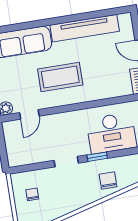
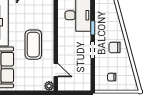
chair: (108, 181) -> (115, 48), moved

